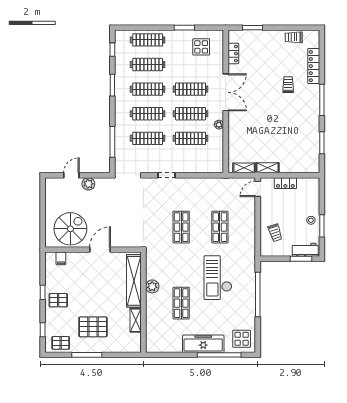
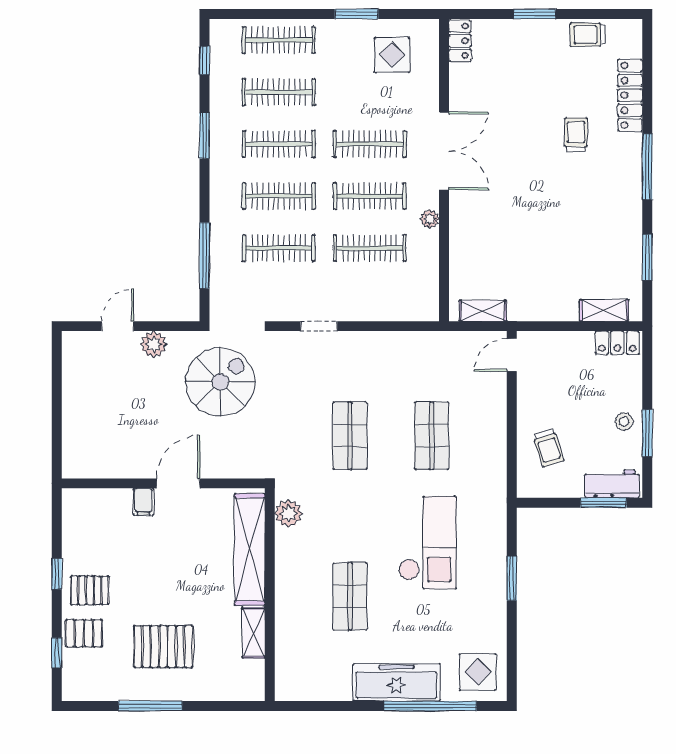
window: (252, 28) -> (535, 14), moved
locker: (233, 54) -> (460, 41), moved
shelving: (268, 168) -> (604, 310), moved
locker: (285, 183) -> (617, 343), moved
spiral stairs: (70, 229) -> (220, 382), moved
filing cabinet: (61, 258) -> (143, 502), moved
checkout: (218, 278) -> (427, 543), turned 180
plant: (152, 286) -> (289, 513), moved
window: (258, 294) -> (512, 578), width x0.47
pallet: (61, 343) -> (84, 633), moved

